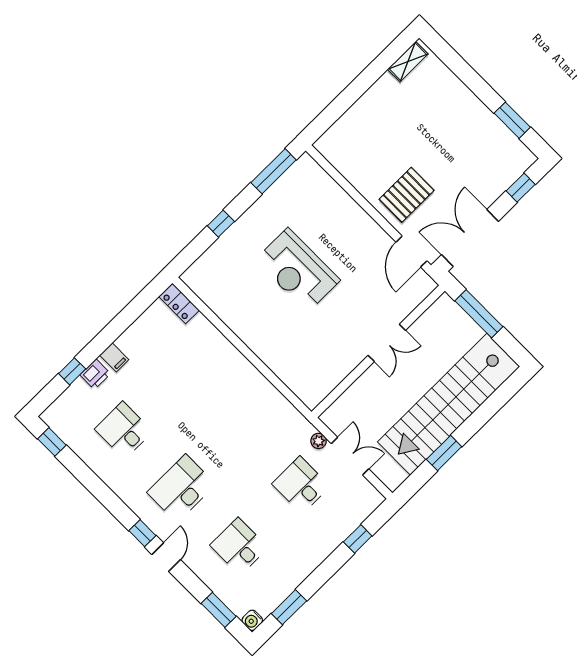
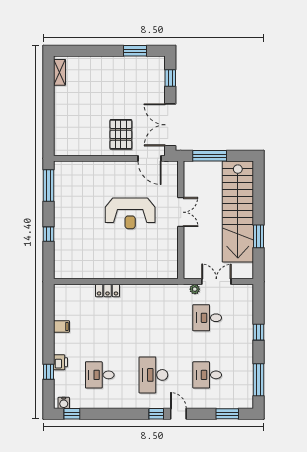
reception desk: (298, 270) -> (130, 213), moved
locker: (179, 303) -> (108, 291), moved
filing cabinet: (114, 357) -> (61, 326), moved
window: (358, 539) -> (258, 332), moved
window: (289, 607) -> (258, 380), width x1.44
water cooler: (252, 620) -> (64, 403), moved

